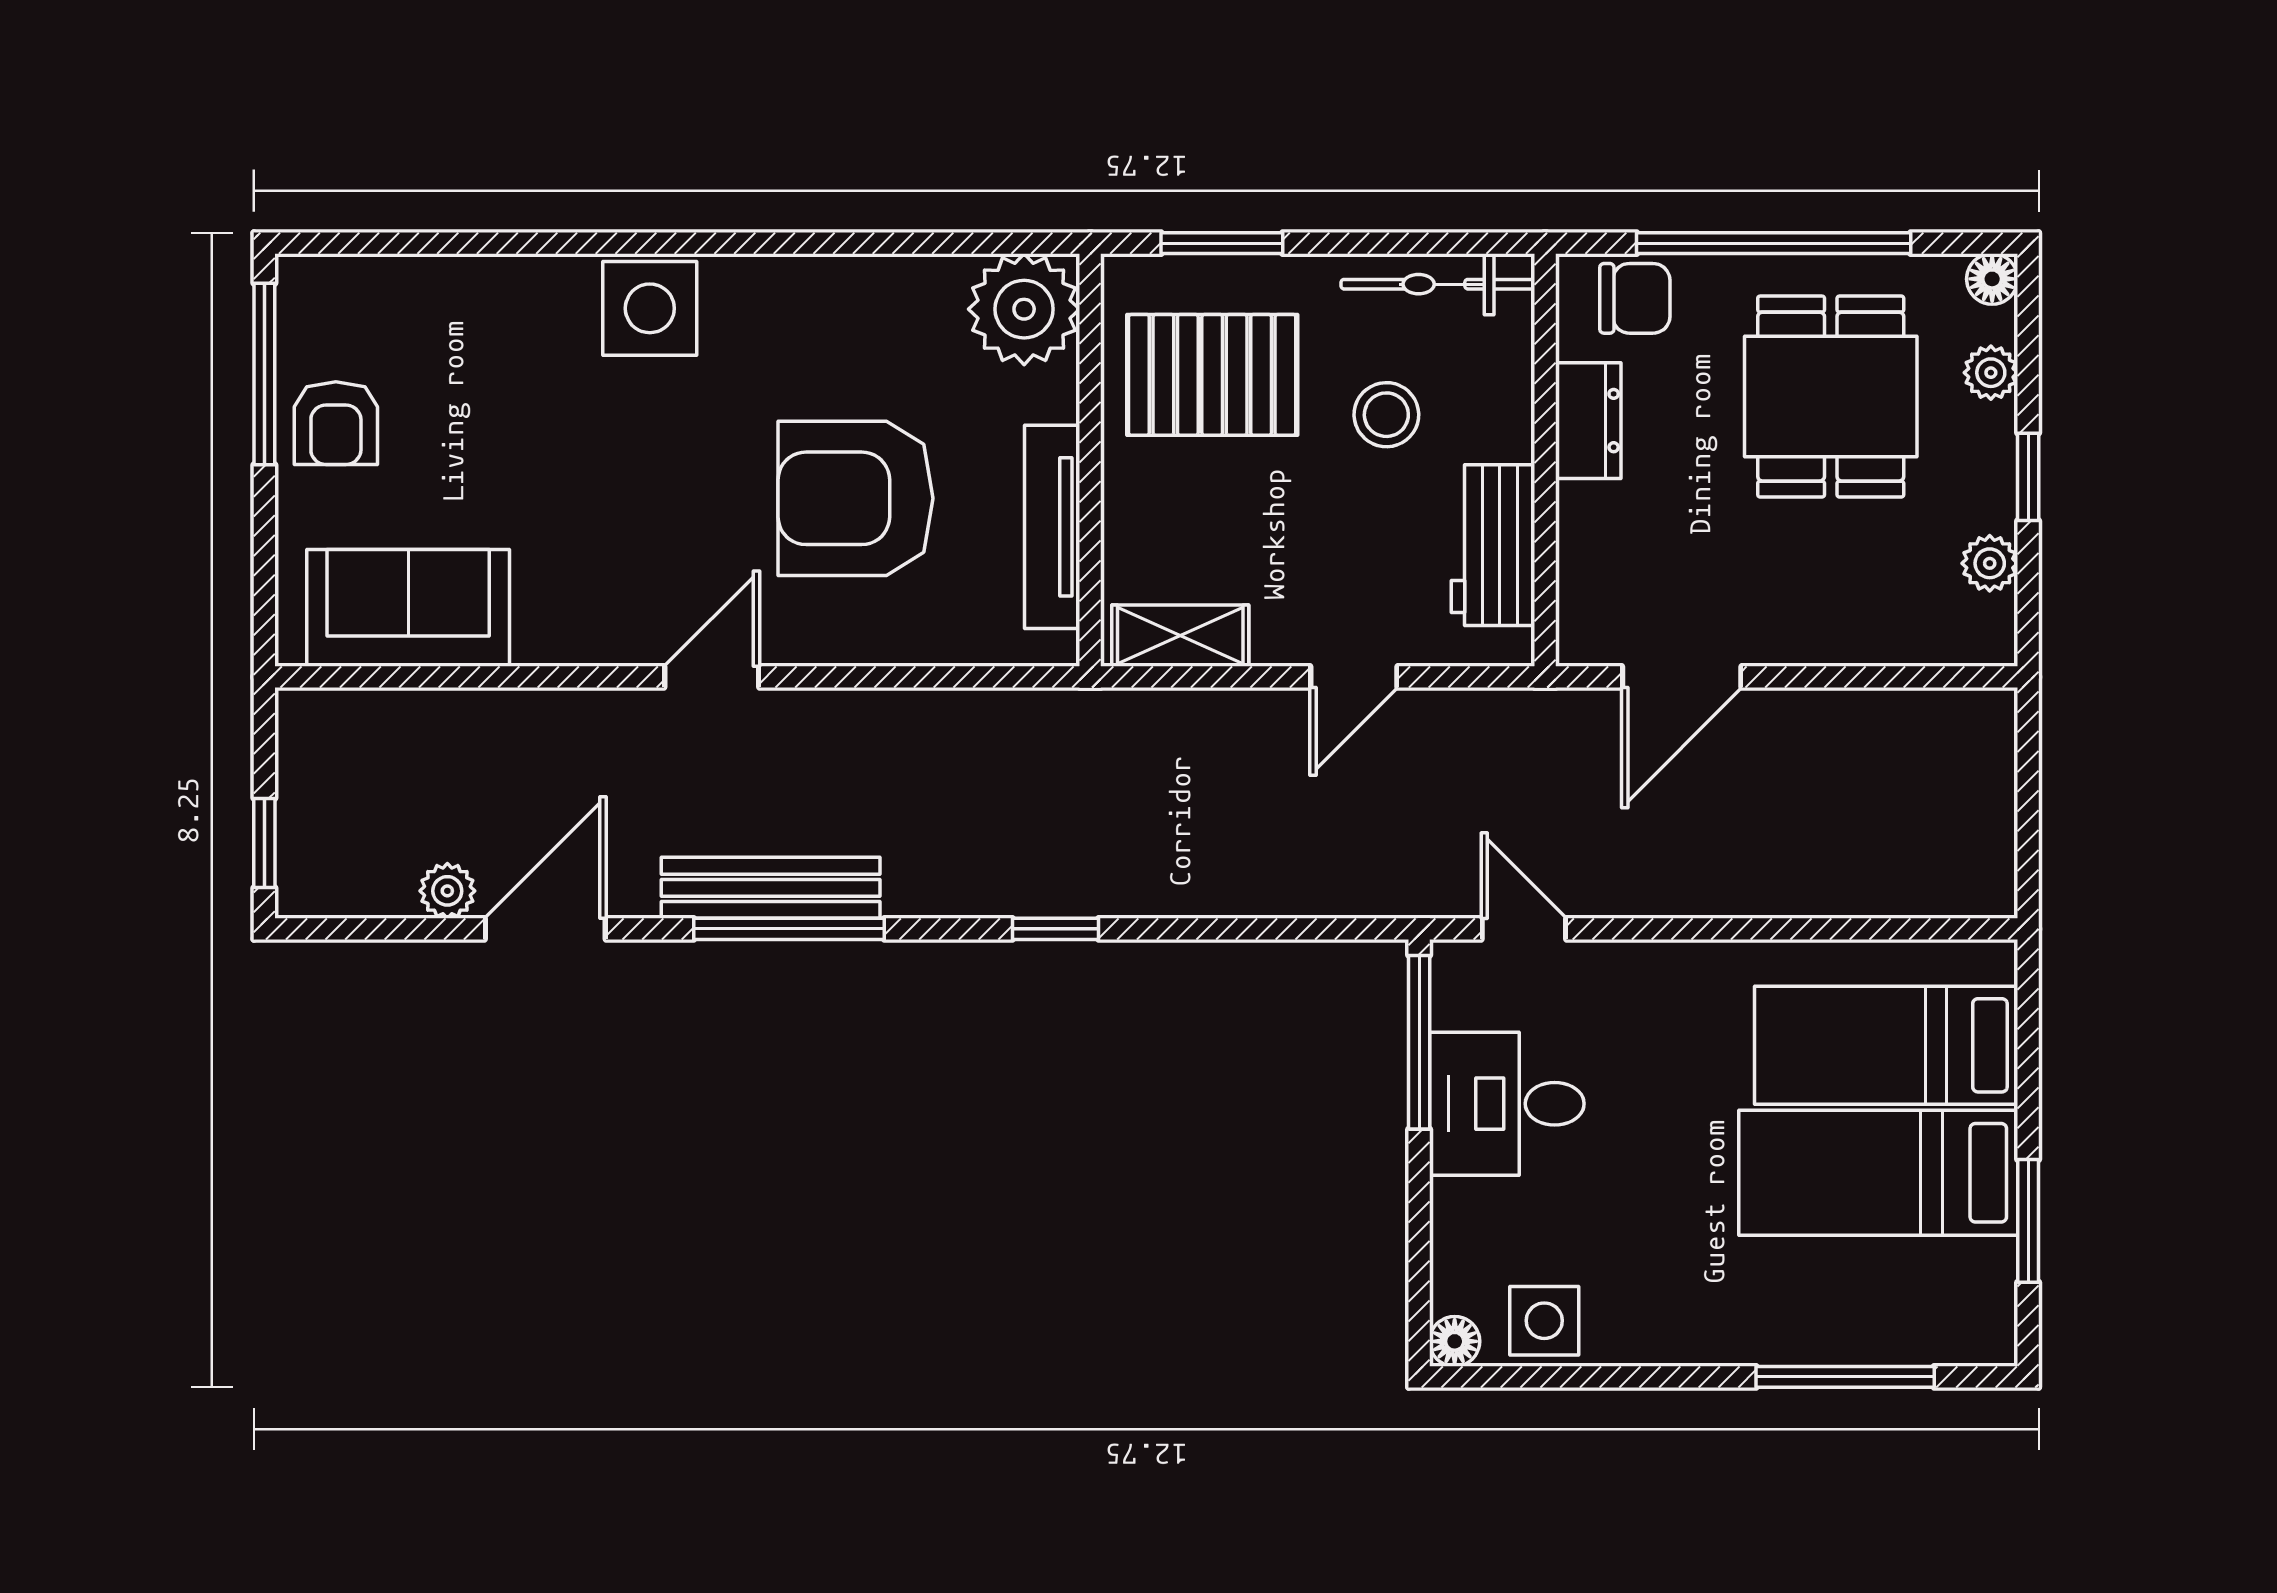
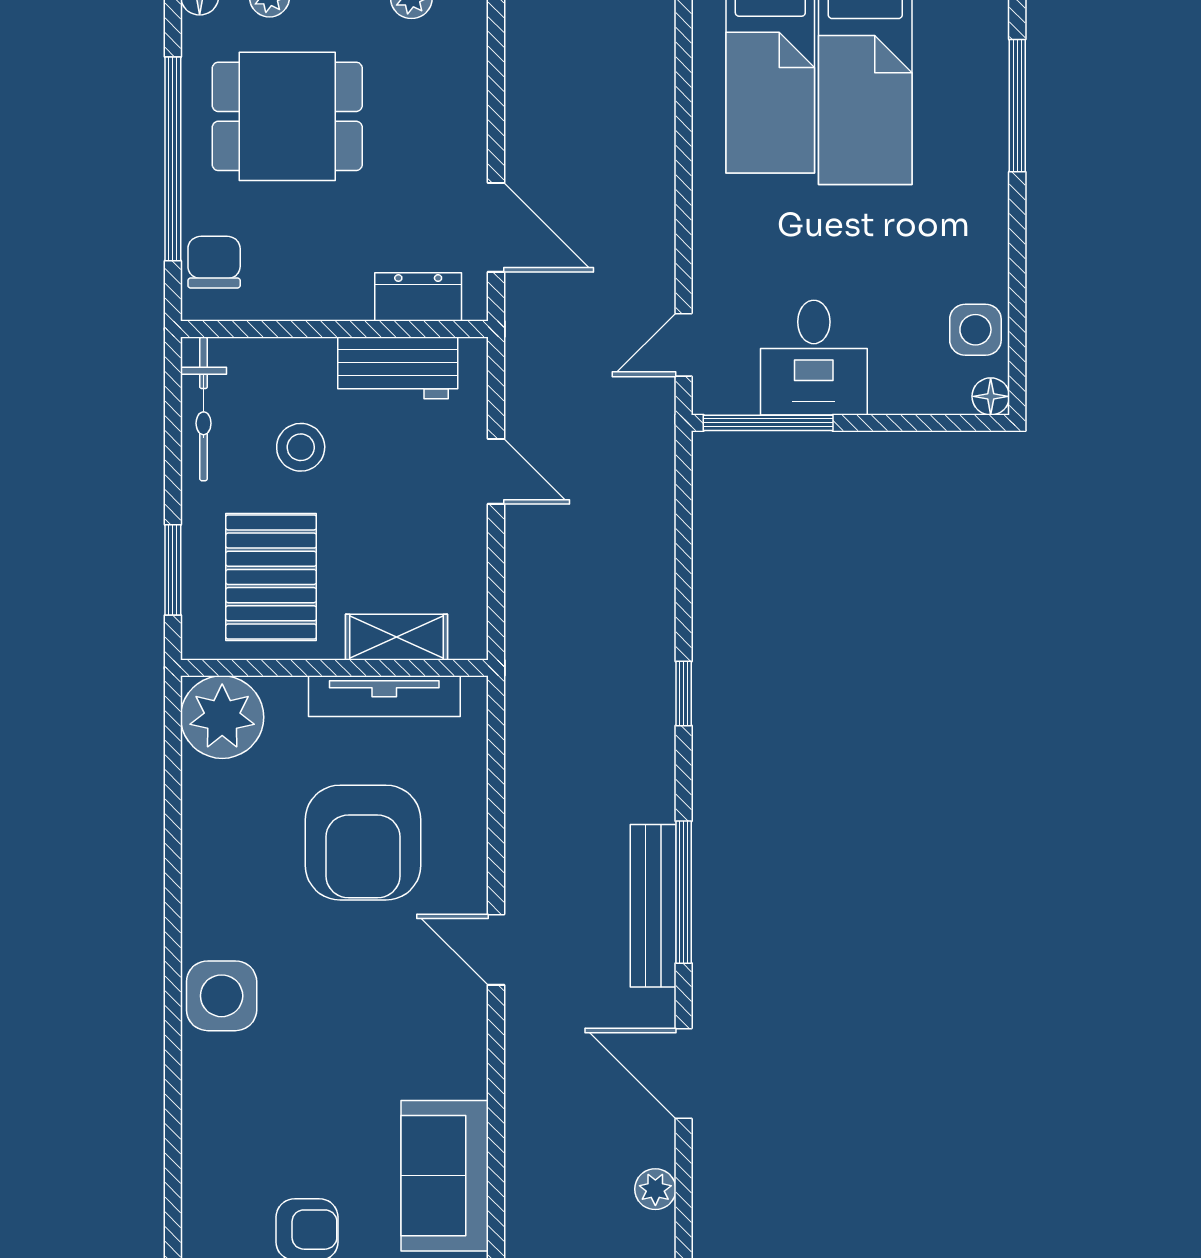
dresser: (1588, 421) -> (418, 297), moved
shelving: (1180, 636) -> (397, 637), moved, turned 90
plant: (447, 891) -> (655, 1189), moved

